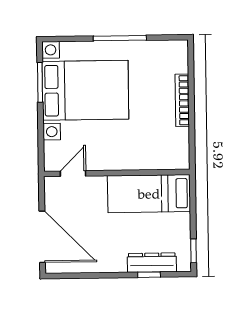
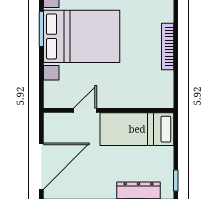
door: (73, 174) -> (85, 110), moved
door: (42, 237) -> (41, 166), hinge flipped

